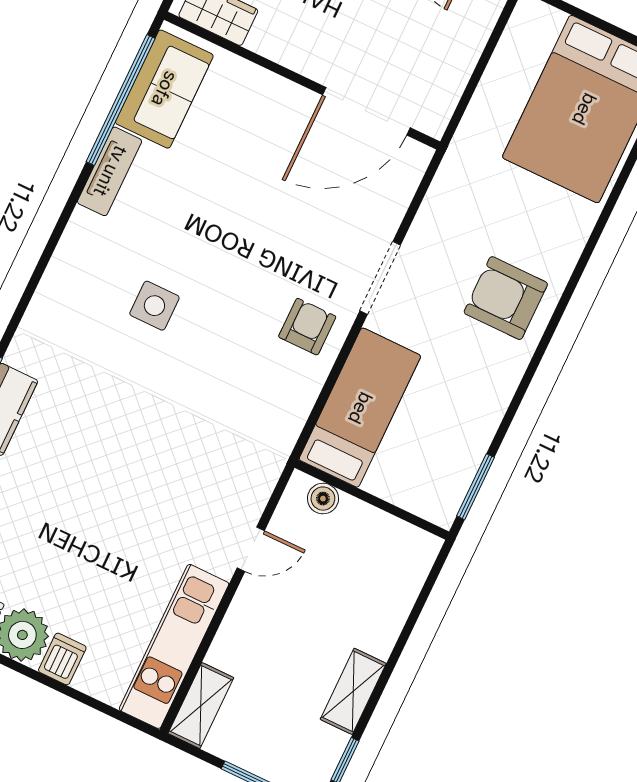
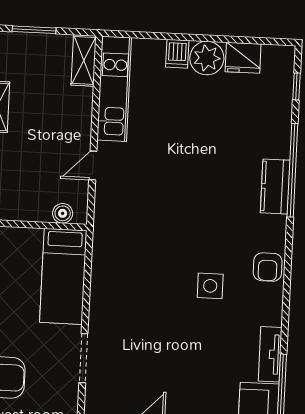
armchair: (307, 327) -> (268, 267), moved

